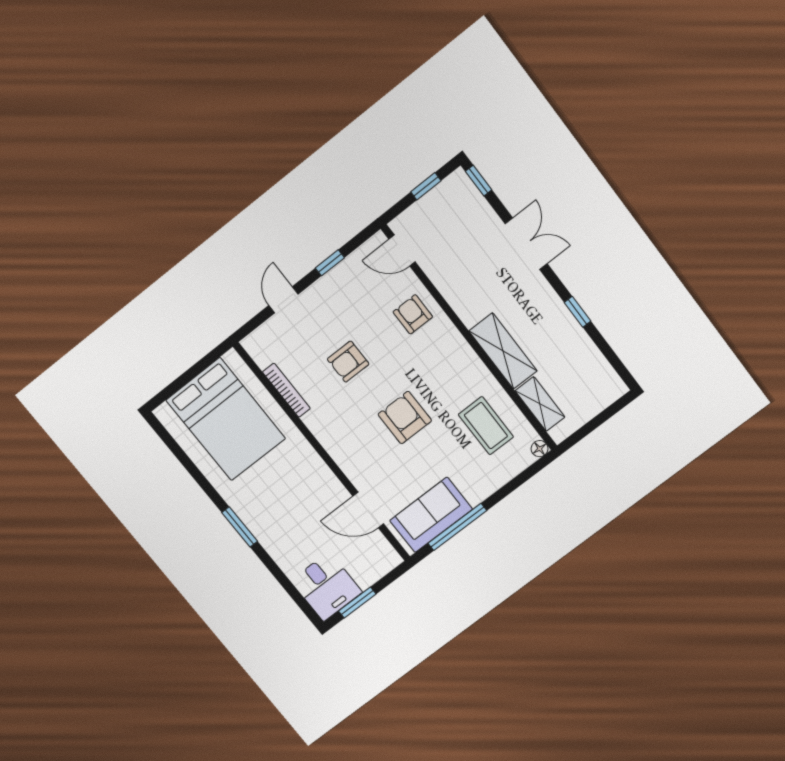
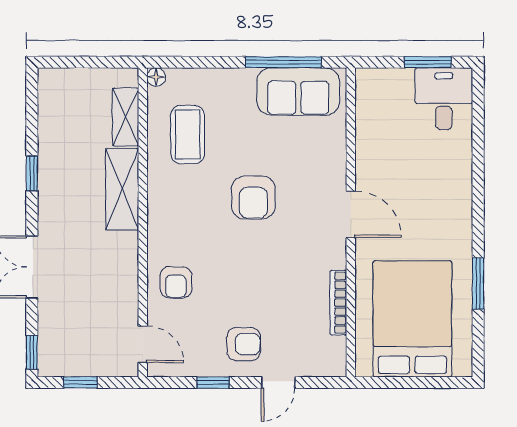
armchair: (348, 362) -> (244, 344), moved
door: (368, 510) -> (351, 214), moved
window: (240, 527) -> (478, 284), moved

